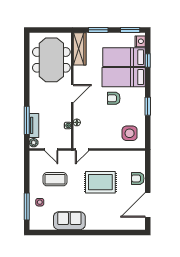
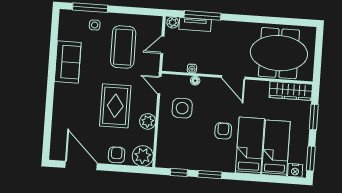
window: (148, 61) -> (179, 172), moved
side table: (130, 133) -> (182, 108), moved
plant: (111, 157) -> (148, 121), added
plant: (137, 158) -> (143, 156), added
coffee table: (55, 179) -> (123, 47), width x1.36, depth x1.32

